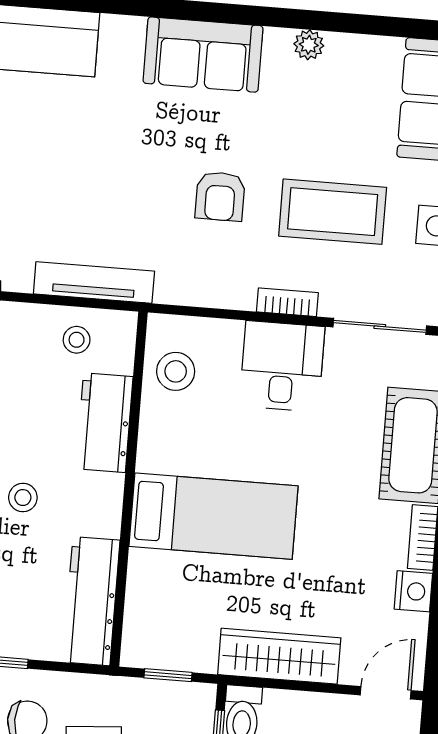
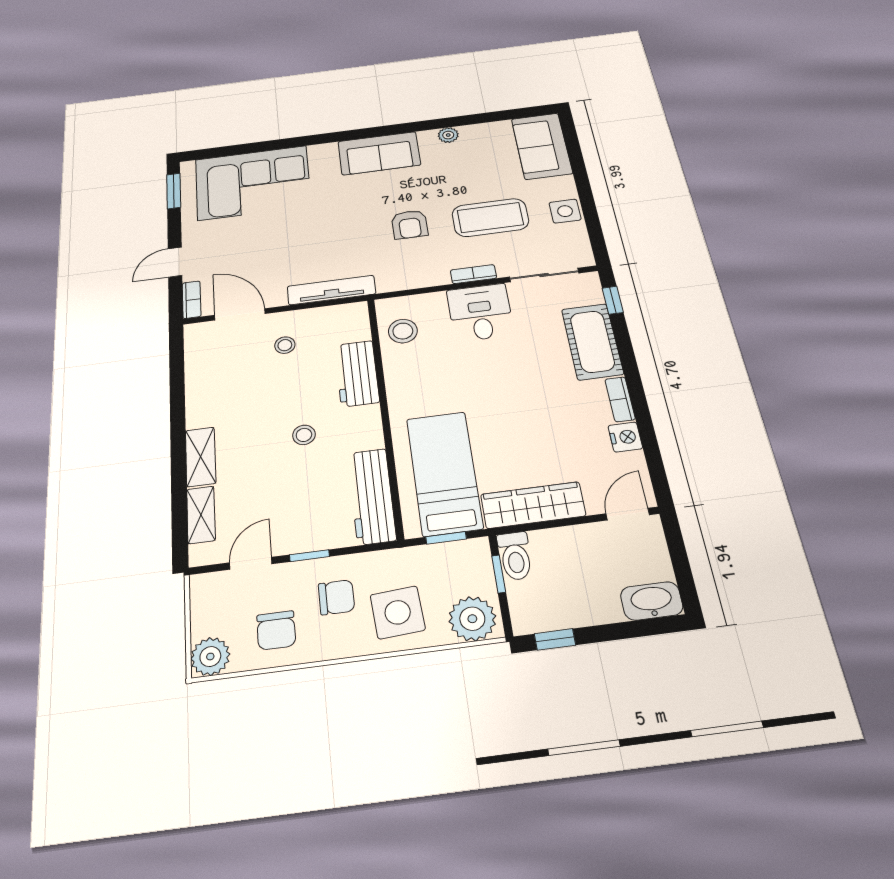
stool: (77, 340) -> (285, 345), moved
bed: (213, 516) -> (444, 473), moved, turned -90

